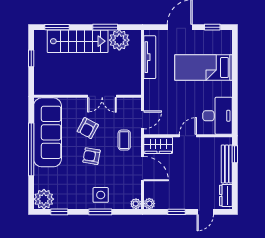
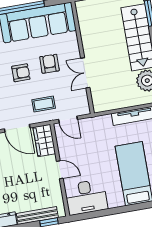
armchair: (88, 128) -> (49, 64), turned 63
armchair: (92, 156) -> (21, 73), turned 80
door: (142, 169) -> (17, 128), hinge flipped

